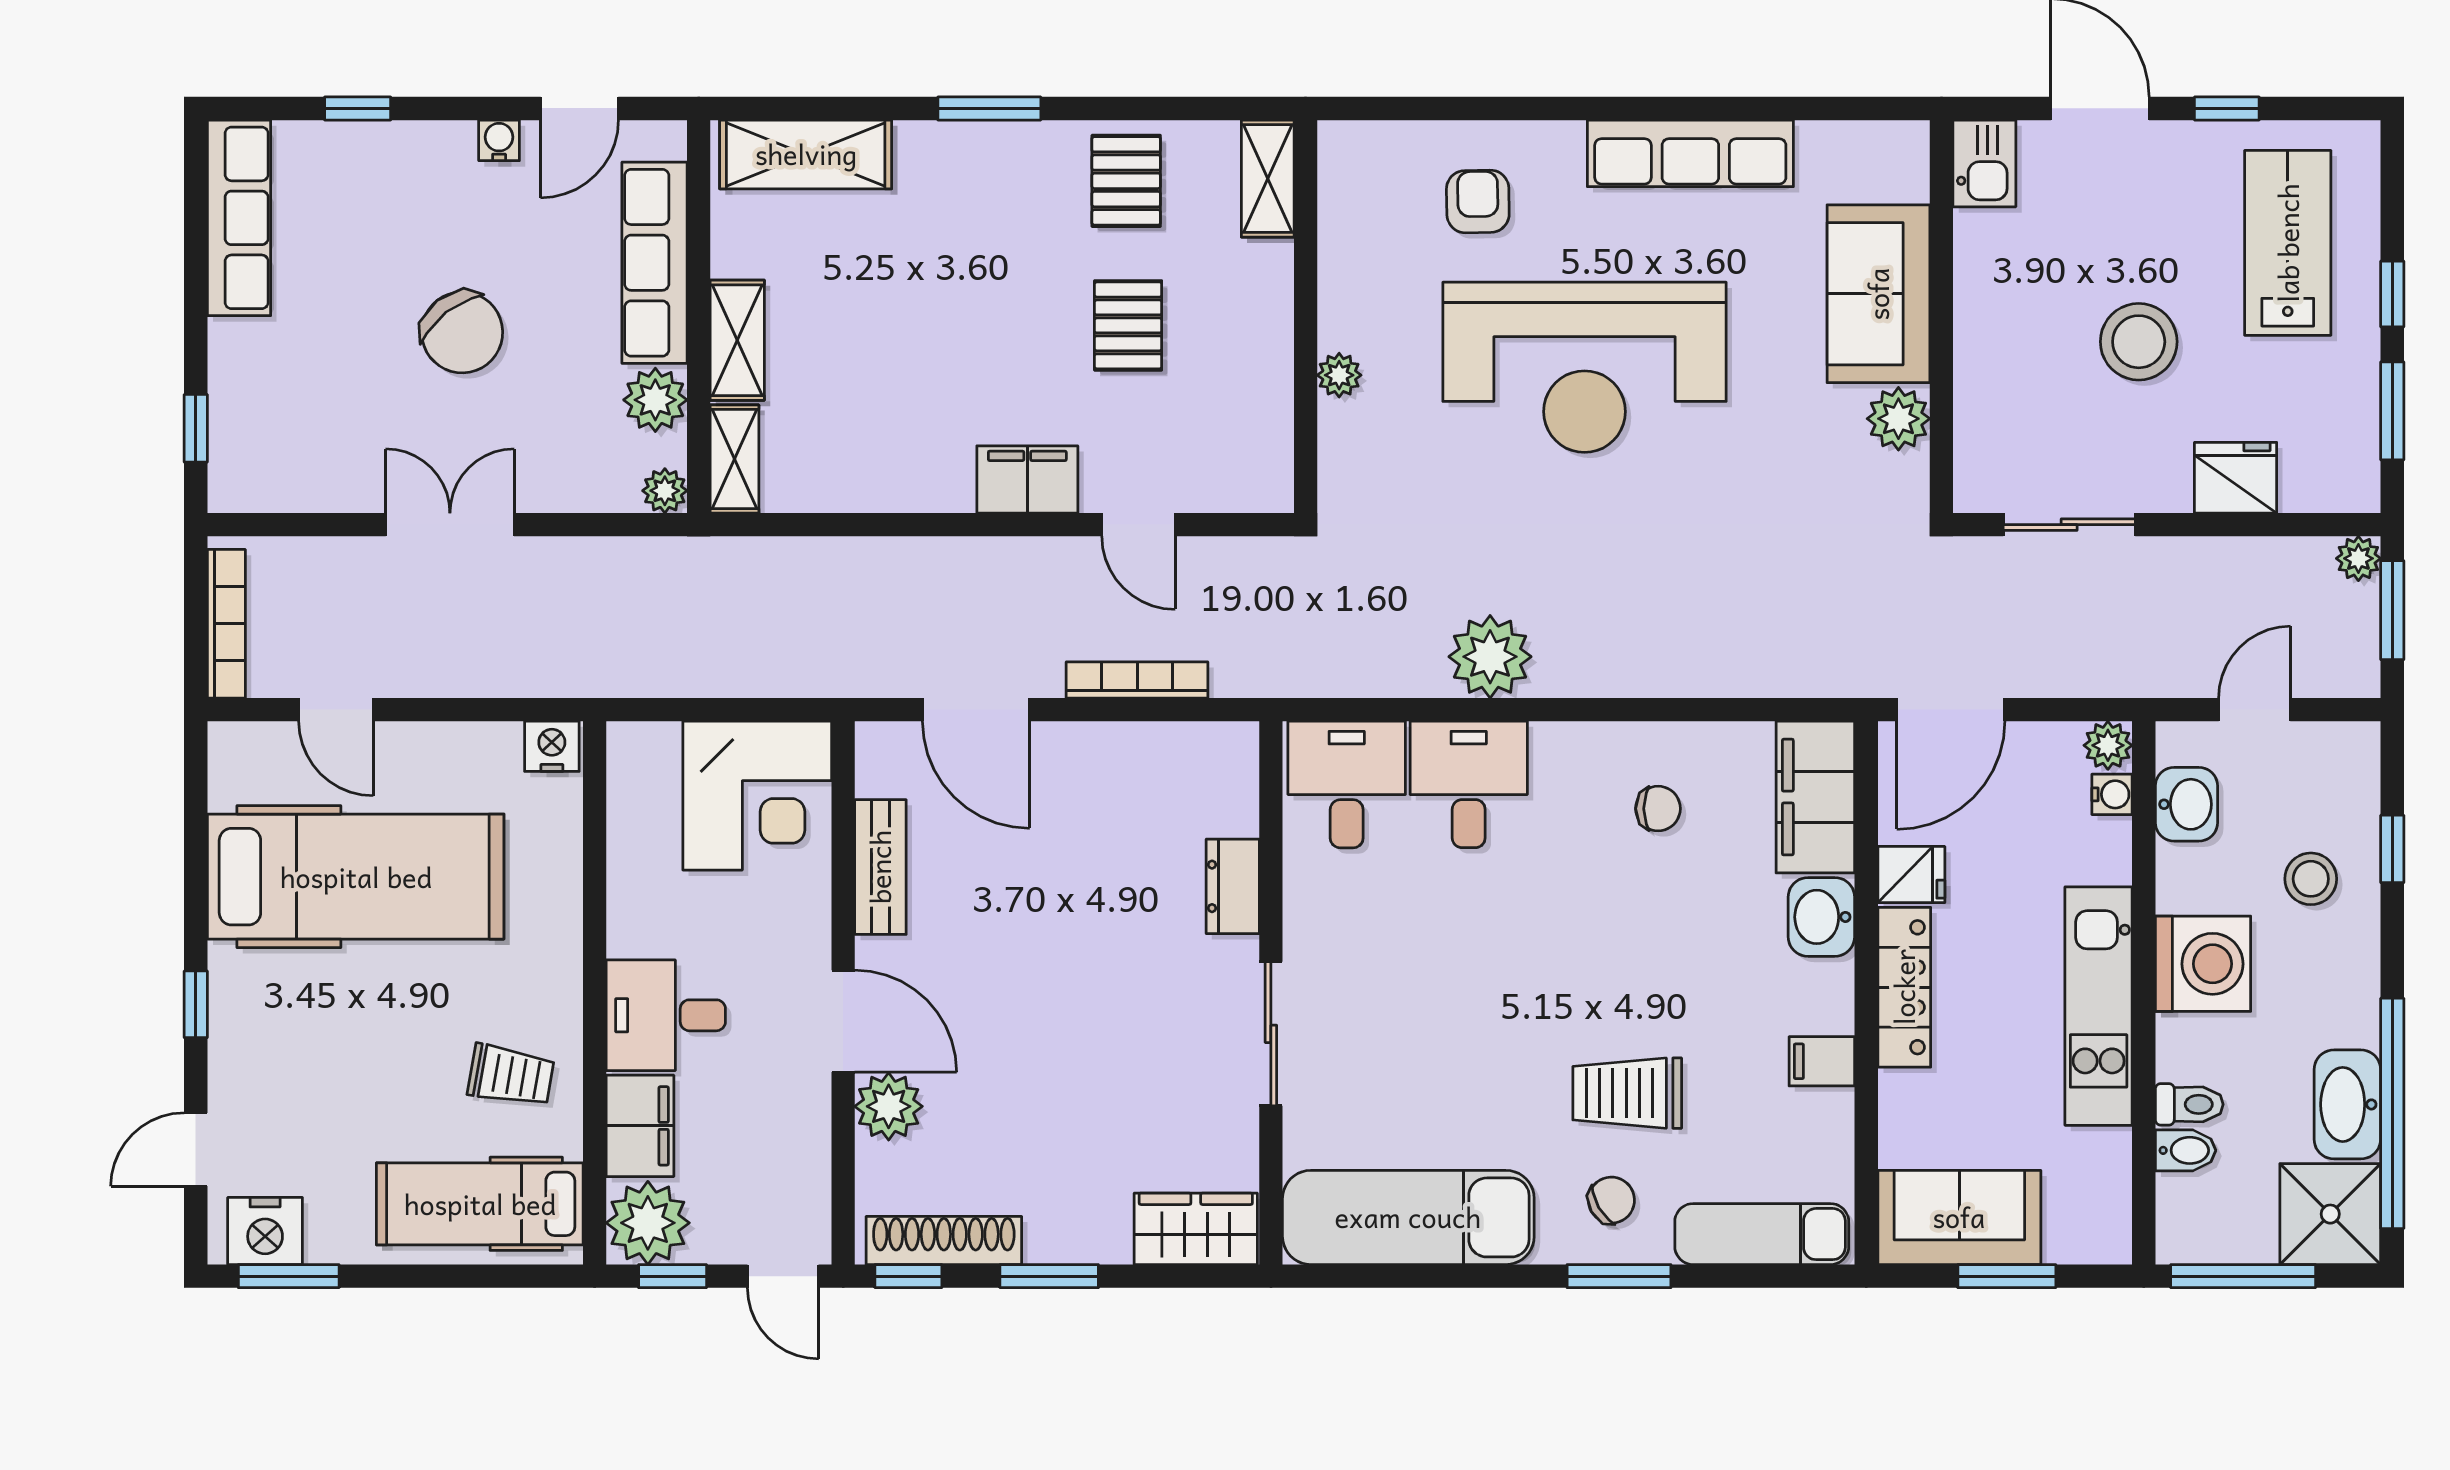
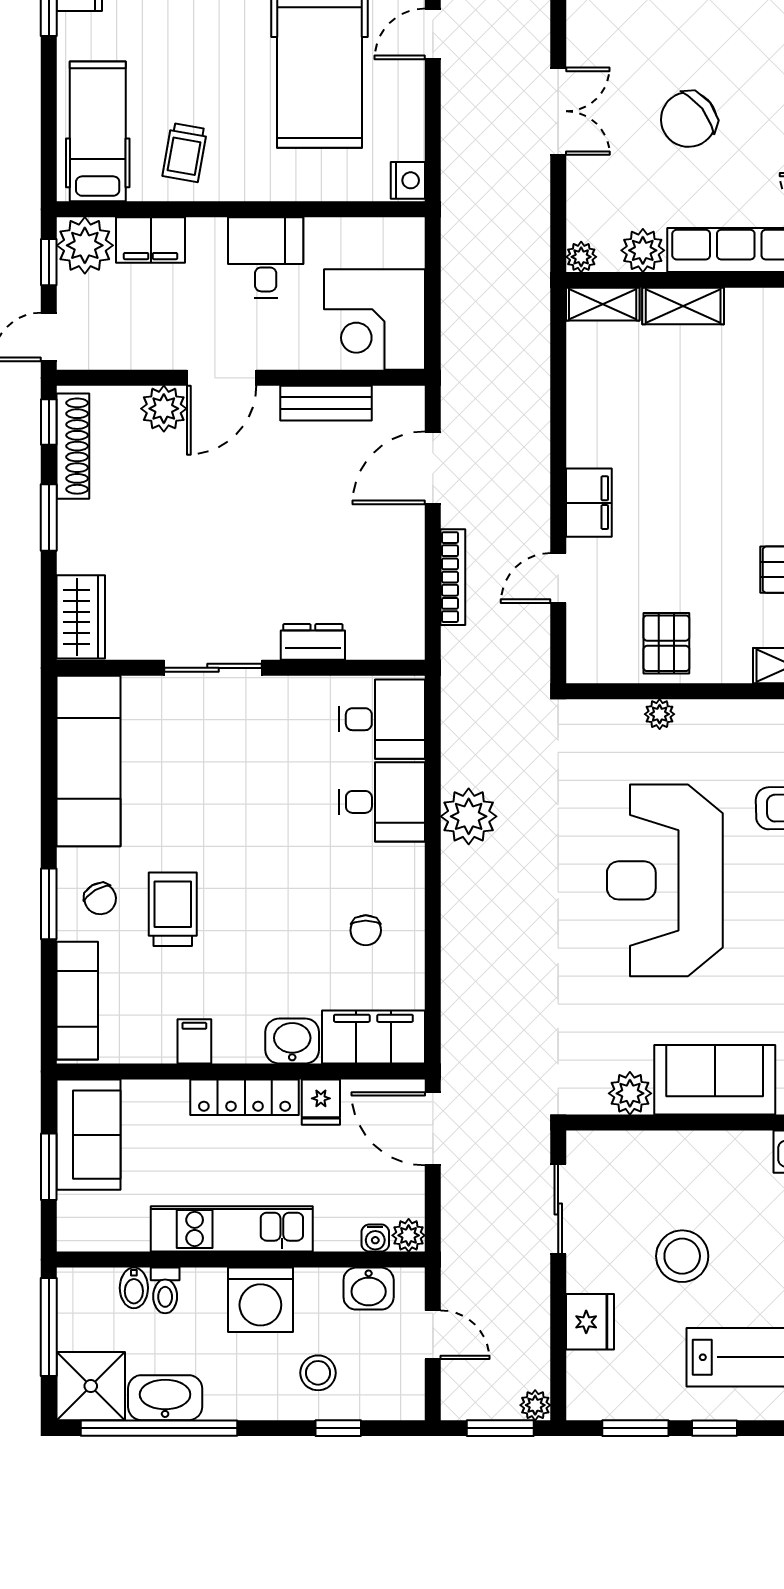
pallet: (1128, 325) -> (666, 643), moved, turned 90
desk: (666, 1015) -> (266, 258), moved

